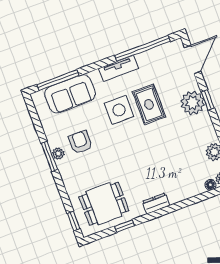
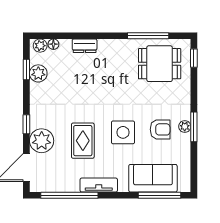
plant: (193, 103) -> (42, 141), moved
side table: (119, 110) -> (123, 132), moved
armchair: (80, 142) -> (160, 129), turned -90
dresser: (156, 204) -> (85, 46), moved
window: (124, 226) -> (148, 36), width x2.17

